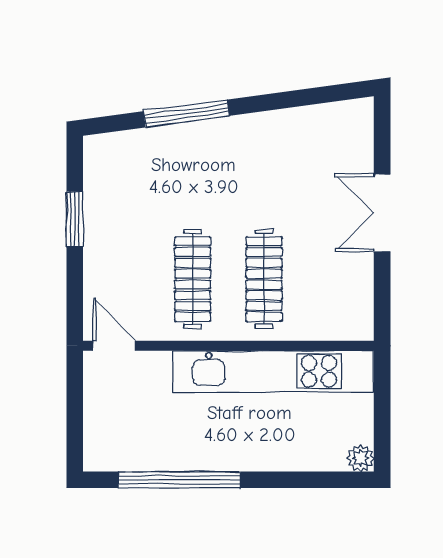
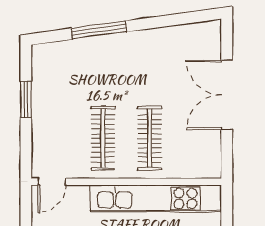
double door: (382, 213) -> (227, 95), width x1.37
door: (114, 346) -> (52, 182), swing flipped

